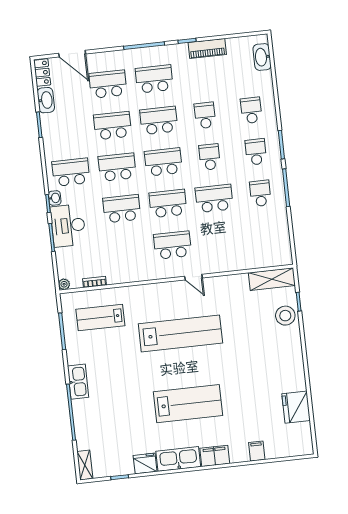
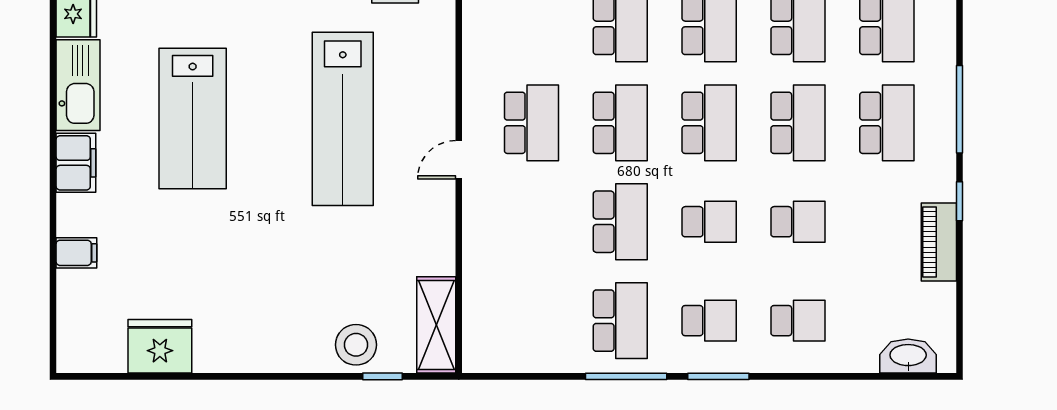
school desk: (260, 193) -> (620, 321), width x1.85

